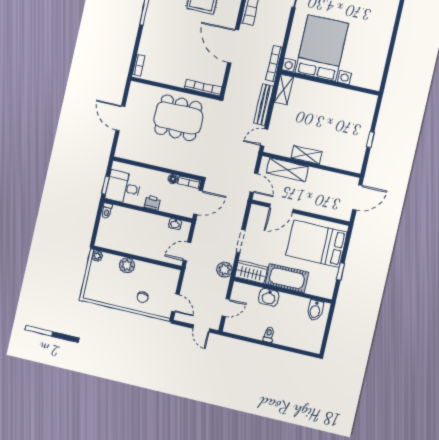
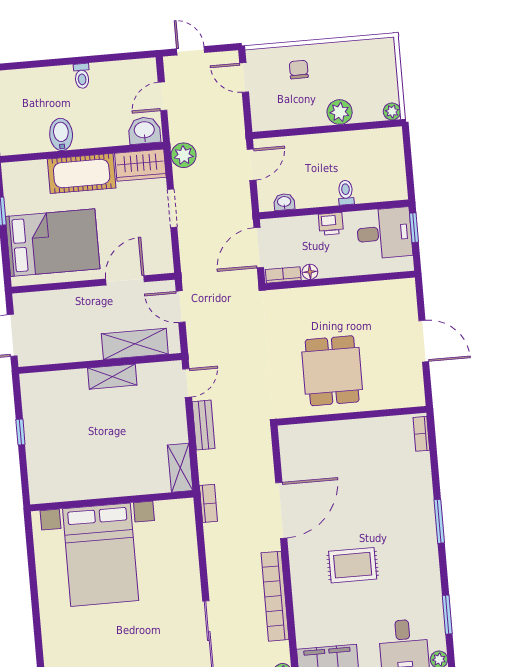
door: (233, 46) -> (281, 510), hinge flipped
bed with nightstands: (322, 48) -> (101, 555), moved
bookcase: (274, 64) -> (208, 503), width x0.64
bookcase: (203, 88) -> (308, 431), removed
bench: (264, 105) -> (204, 425), width x0.73
dining table: (178, 118) -> (332, 371), width x0.73
toilet: (107, 211) -> (346, 193), moved
washbasin: (269, 297) -> (144, 130), moved
bidet: (315, 310) -> (61, 134), moved

